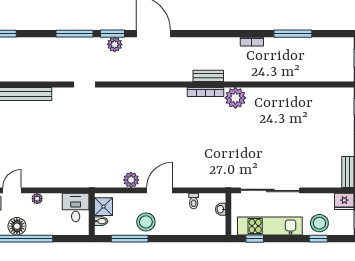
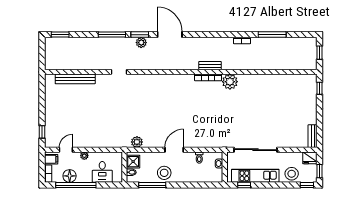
plant: (131, 180) -> (137, 142), moved
desk: (76, 208) -> (102, 172), moved, turned 180
window: (318, 239) -> (307, 185), moved

